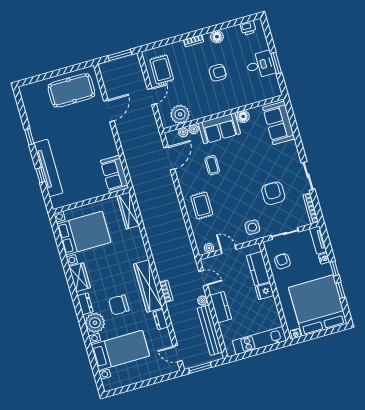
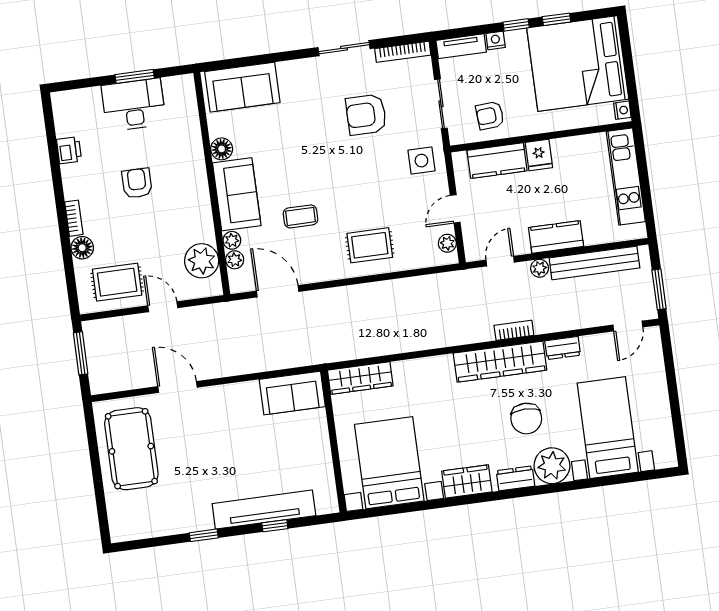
printer: (248, 28) -> (69, 150), moved
floor lamp: (217, 37) -> (82, 248), moved
desk: (260, 65) -> (134, 105), width x1.37

